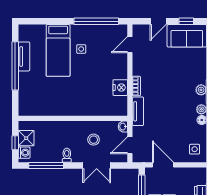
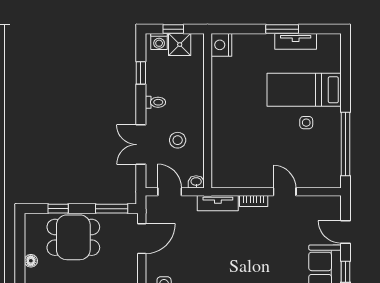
door: (130, 45) -> (285, 192), moved
window: (15, 66) -> (282, 29), width x0.47
nightstand: (120, 88) -> (221, 45), moved, turned 90
window: (46, 165) -> (141, 73), width x0.46

